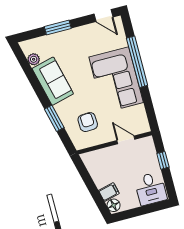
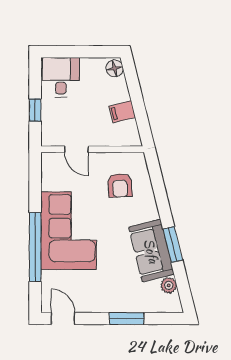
window: (54, 118) -> (173, 245), moved
filing cabinet: (109, 192) -> (122, 112), moved

